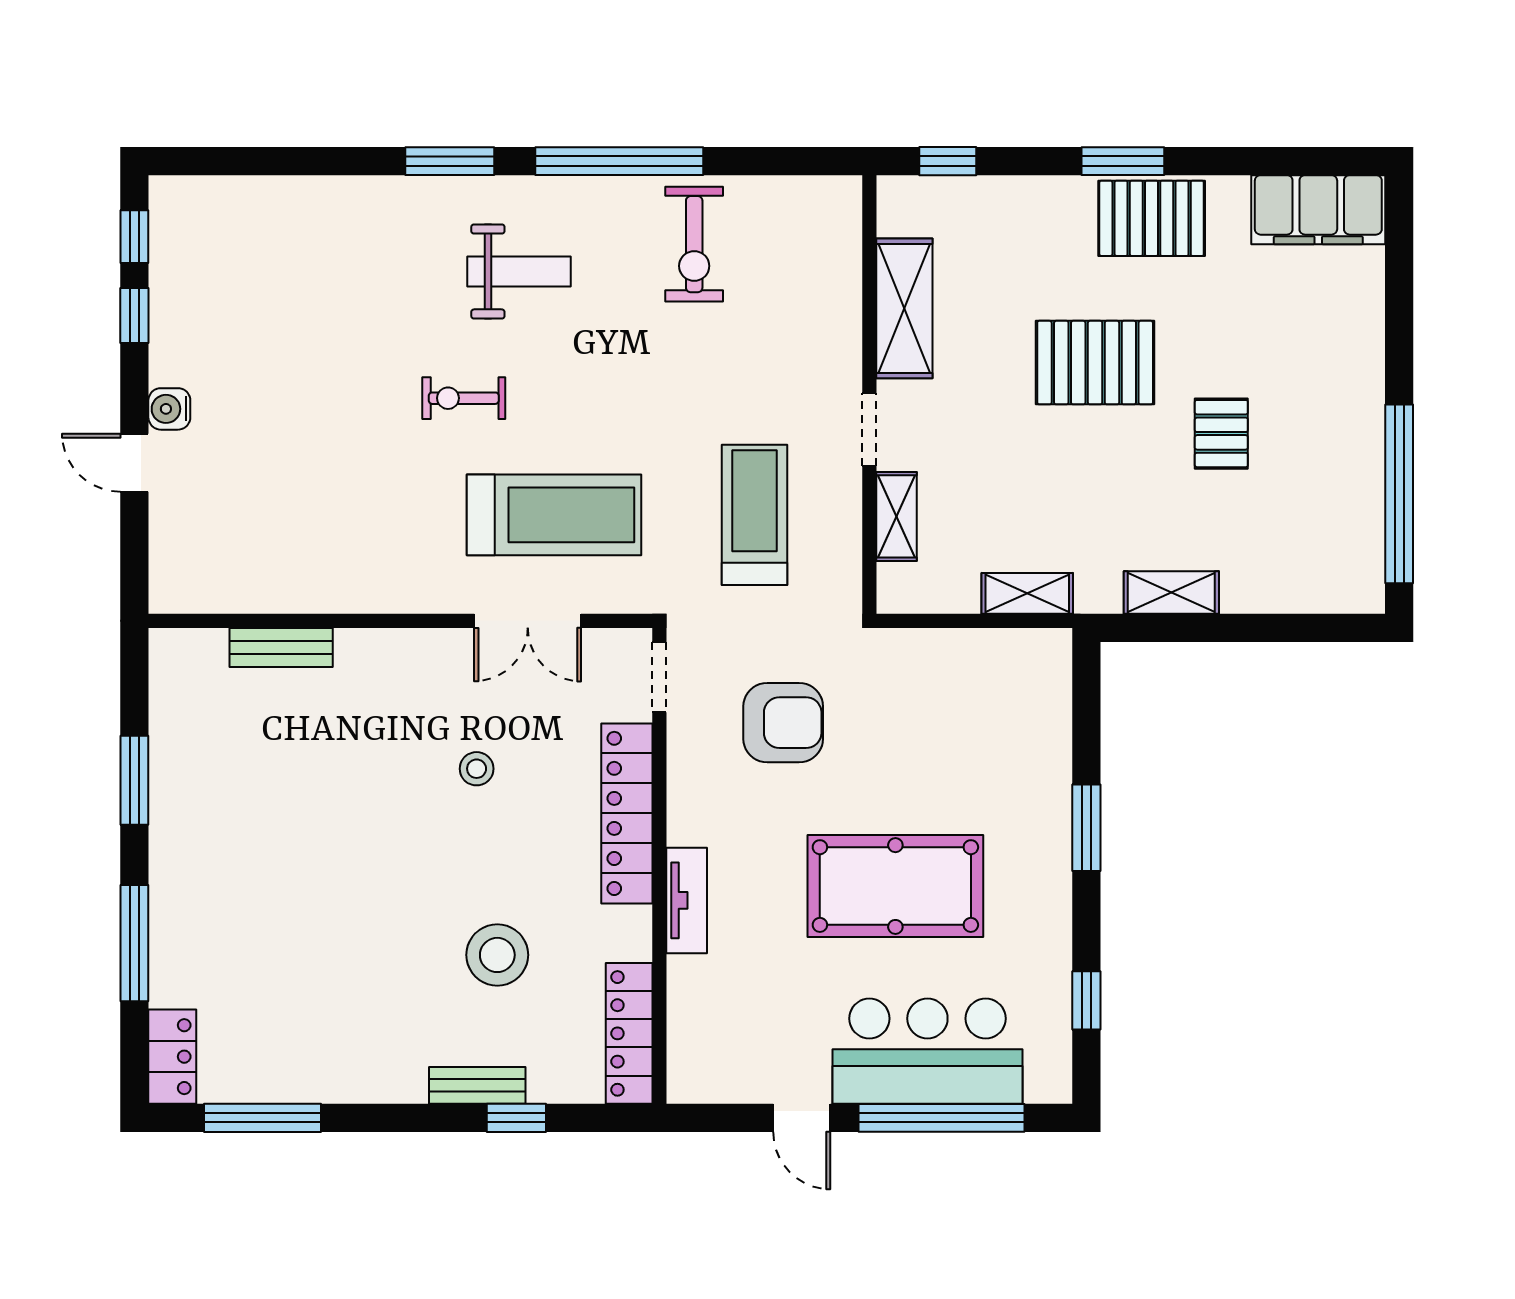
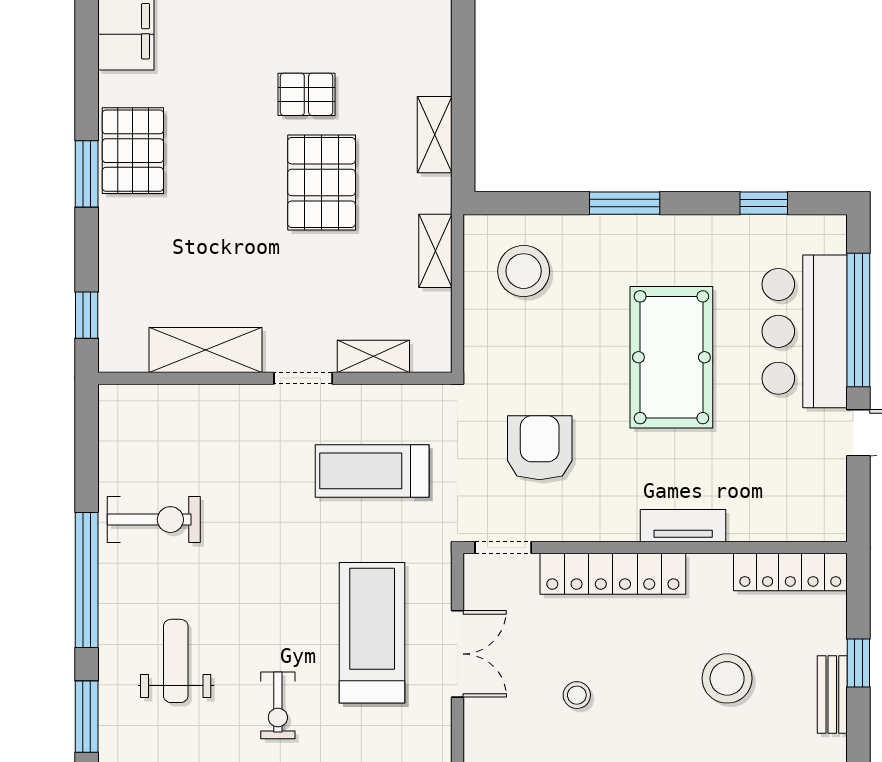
pallet: (1095, 363) -> (322, 182), moved
stool: (1002, 703) -> (524, 271), added

